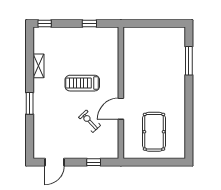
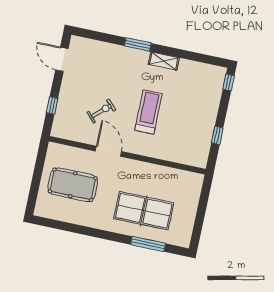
shelving: (38, 66) -> (164, 61), moved
table tennis table: (163, 70) -> (144, 211), added

